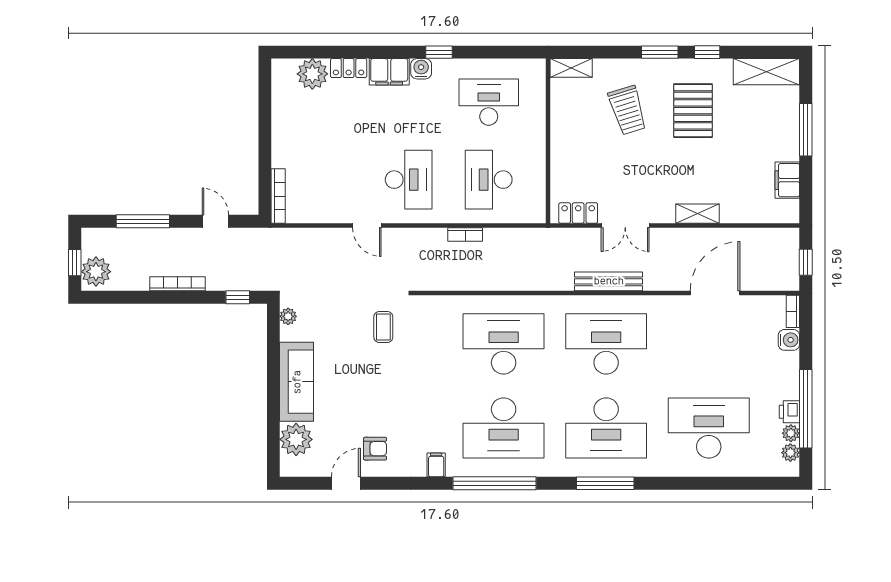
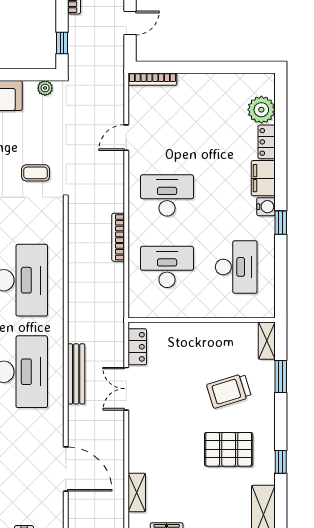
window: (660, 52) -> (281, 376), moved
desk: (409, 180) -> (167, 195), turned 180
shelving: (698, 214) -> (137, 493), moved
door: (367, 225) -> (126, 138), moved
bookcase: (465, 234) -> (118, 237), width x1.56

